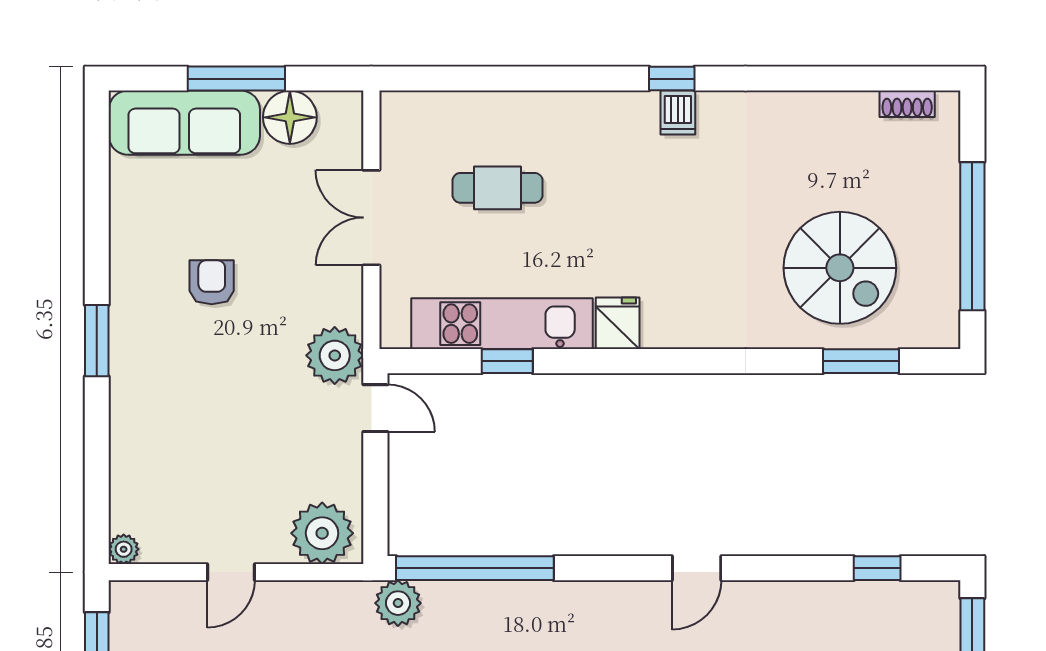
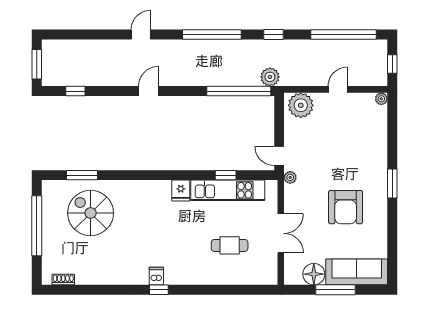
armchair: (212, 282) -> (346, 207), width x1.88, depth x1.88
plant: (335, 355) -> (290, 177), width x0.53, depth x0.53

